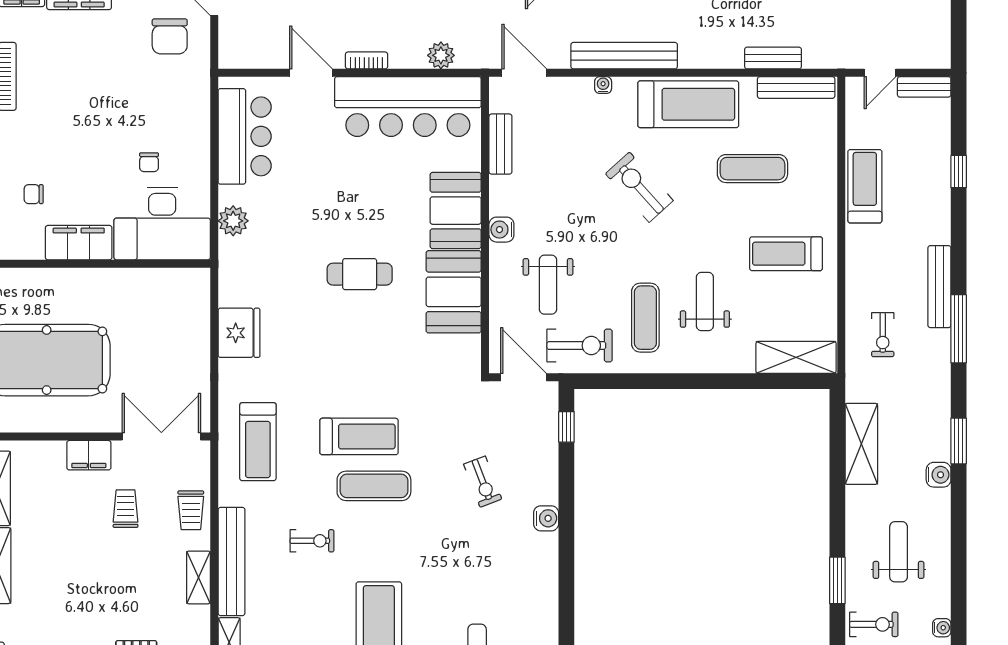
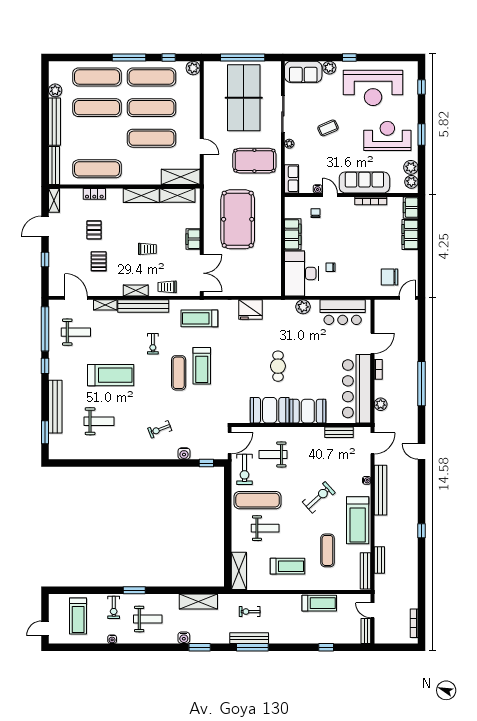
water cooler: (501, 230) -> (299, 433), removed
treadmill: (786, 254) -> (288, 566), turned 90
bench: (939, 287) -> (249, 638), moved
exercise mat: (645, 318) -> (258, 500), width x1.36, depth x1.45
exercise bike: (483, 482) -> (160, 429), moved
trolley: (126, 509) -> (147, 249), moved
water cooler: (546, 518) -> (184, 454), moved

